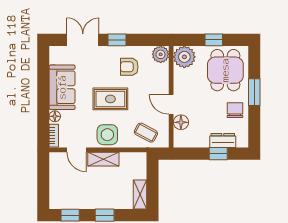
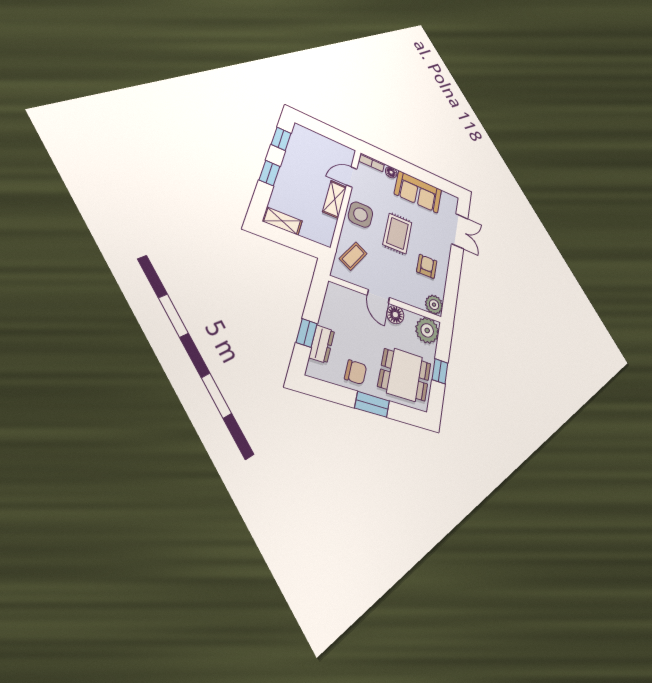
window: (117, 40) -> (455, 264), removed
door: (171, 104) -> (378, 296), swing flipped
floor lamp: (181, 122) -> (395, 315), moved

